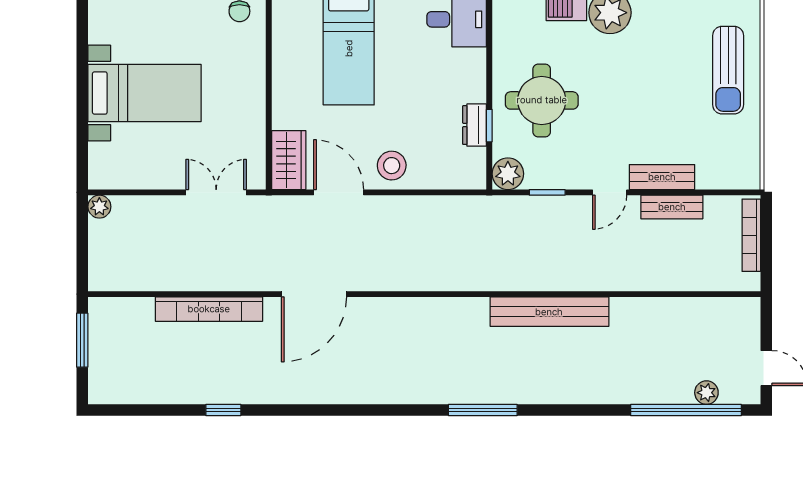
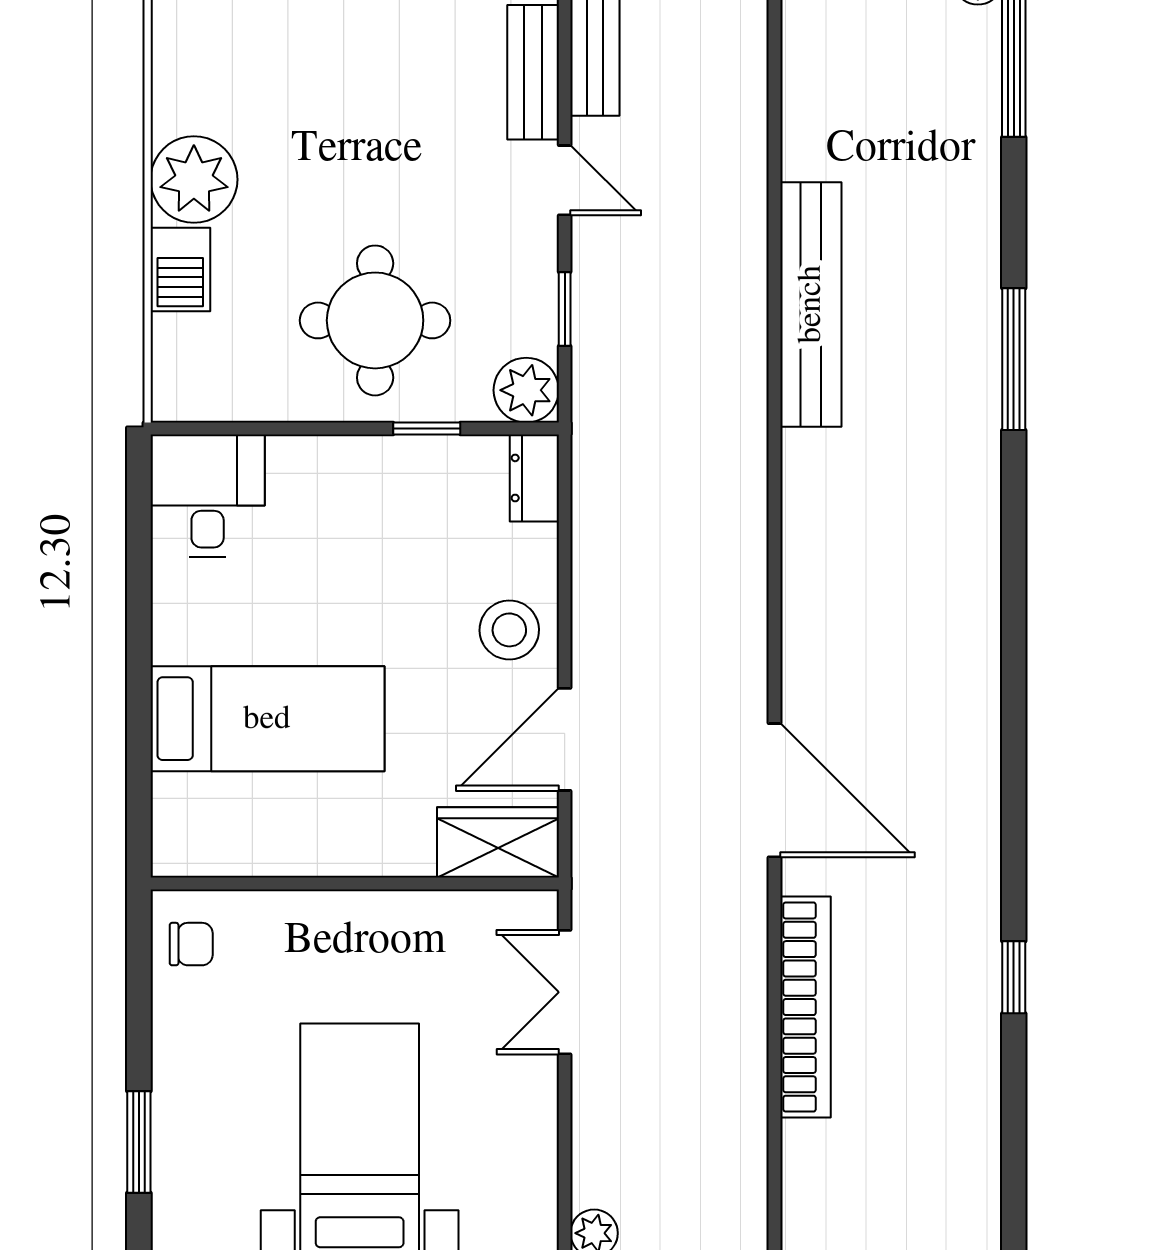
dresser: (475, 125) -> (534, 478), moved, turned 90
window: (483, 410) -> (1014, 359), moved

